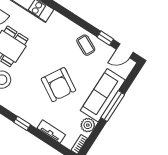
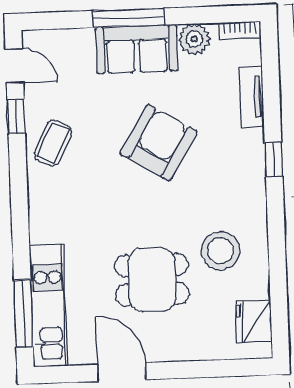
sofa: (103, 95) -> (137, 49), width x0.73

